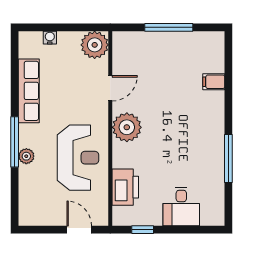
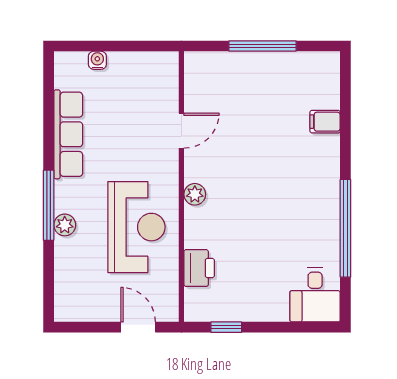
plant: (95, 45) -> (160, 70), removed
plant: (127, 127) -> (195, 194), width x0.53, depth x0.53
window: (228, 158) -> (345, 228), width x1.46
printer: (125, 187) -> (199, 268), width x0.73, depth x0.84
desk: (181, 207) -> (315, 295), moved

